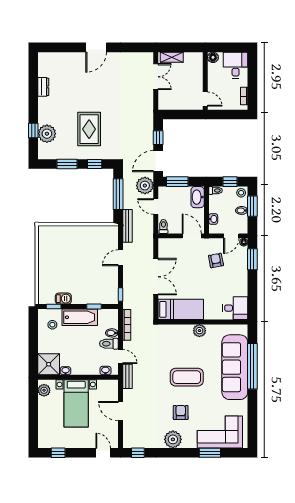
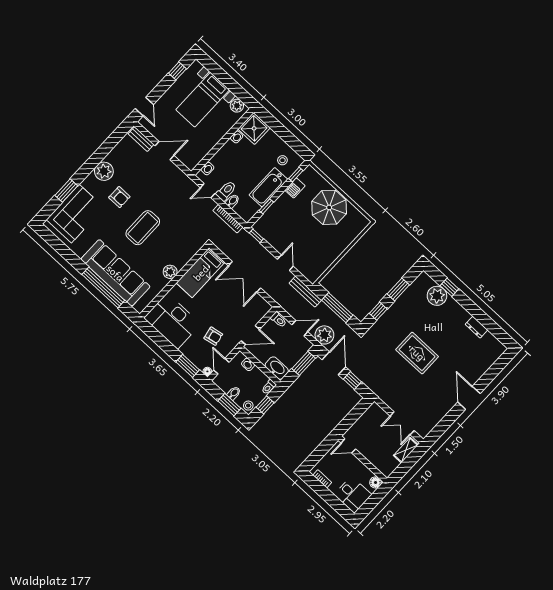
rug: (89, 129) -> (417, 353), moved
parasol: (55, 263) -> (329, 207), added
desk: (235, 308) -> (172, 321), width x1.87, depth x1.30
bench: (127, 376) -> (141, 139), moved
bed with nightstands: (76, 403) -> (203, 100), moved, turned -90
door: (103, 453) -> (144, 107), hinge flipped
window: (138, 453) -> (119, 134), removed

